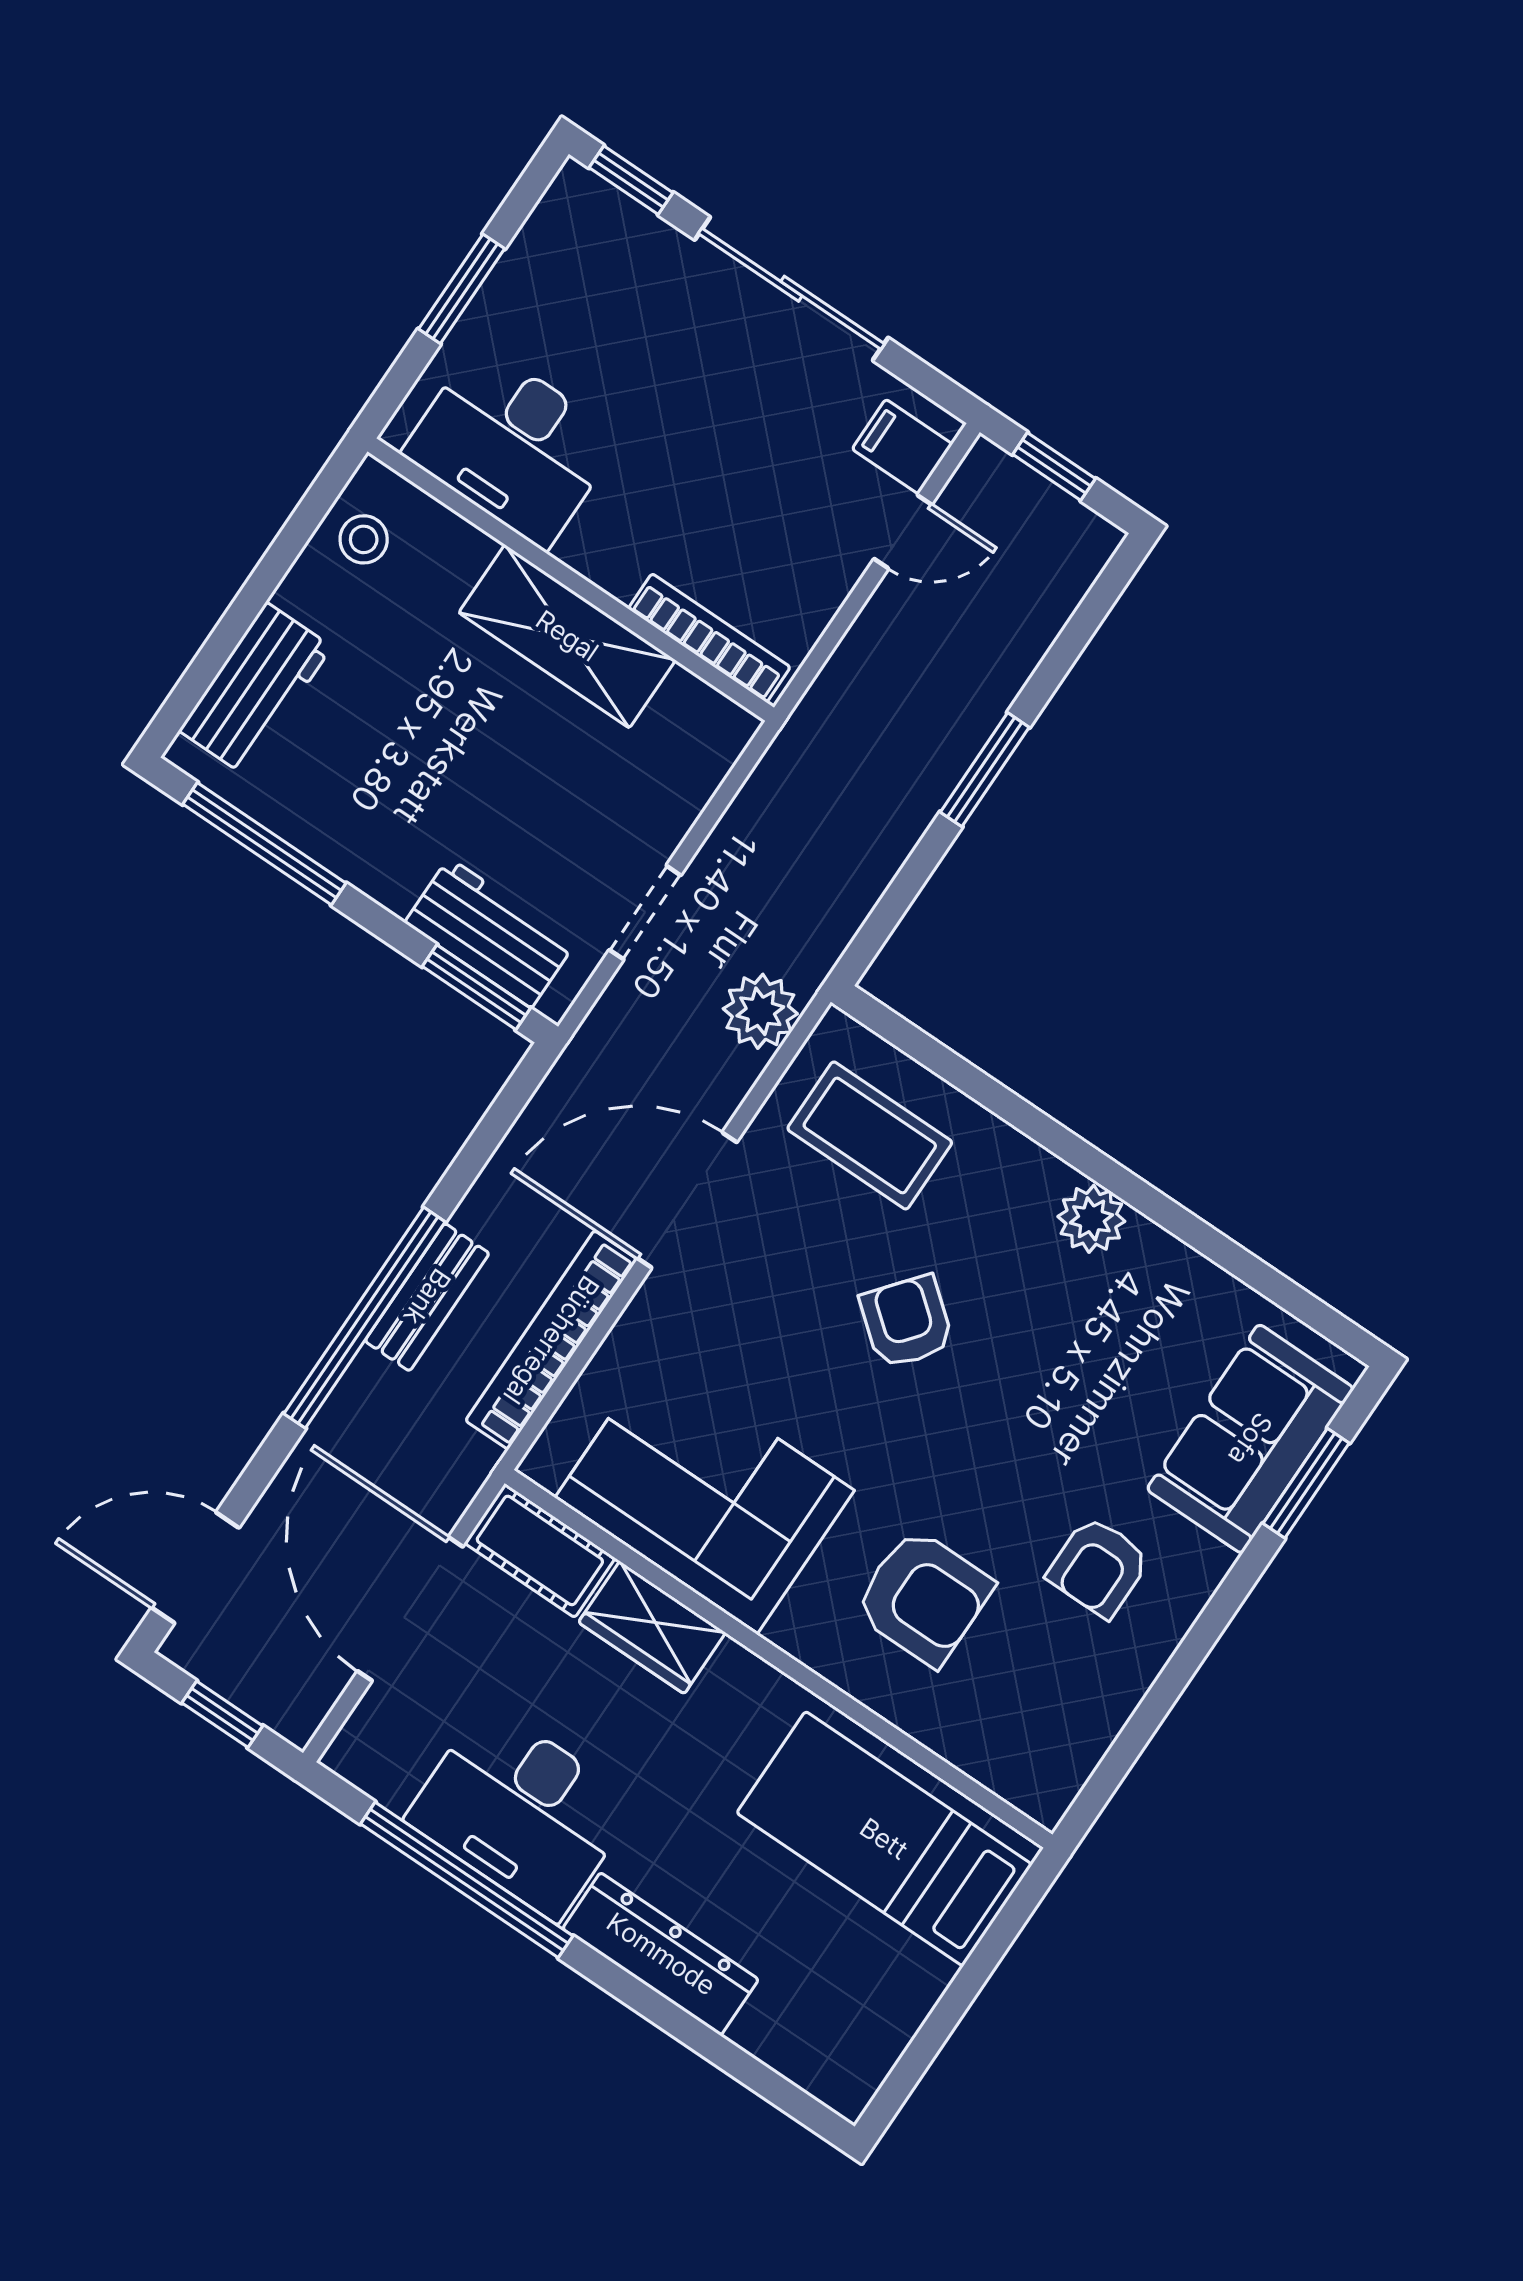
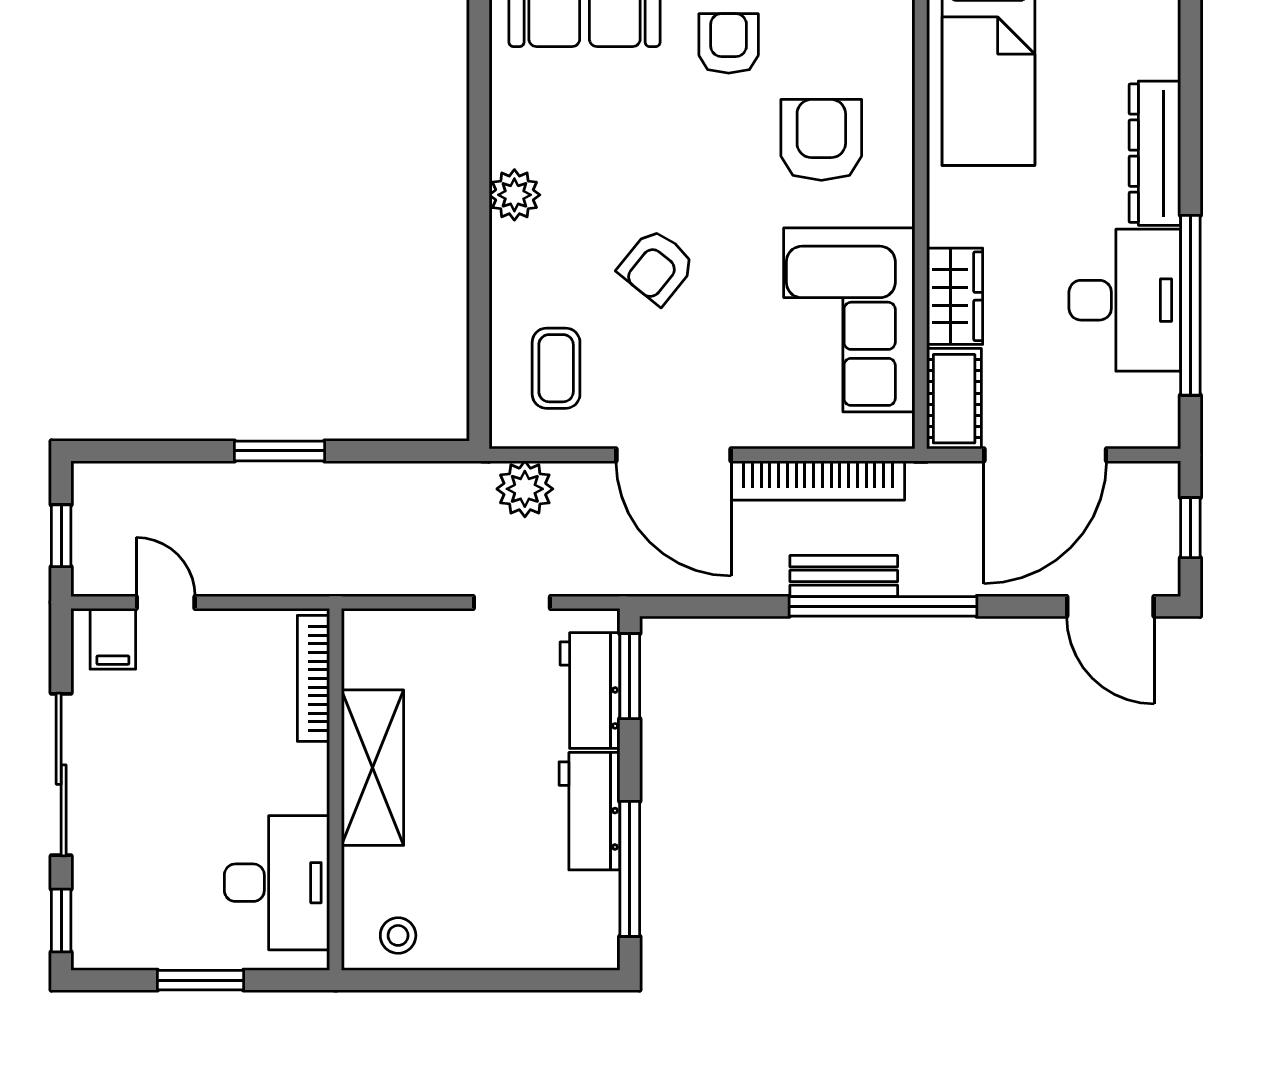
workbench: (255, 689) -> (589, 811), moved, turned -90
coffee table: (870, 1135) -> (556, 368), width x0.73, depth x0.77
armchair: (1098, 1567) -> (729, 43), turned -90

